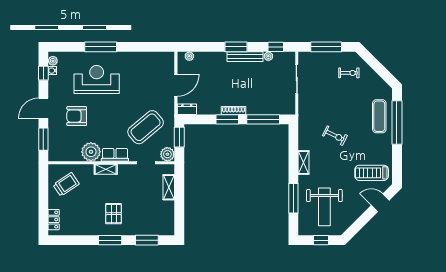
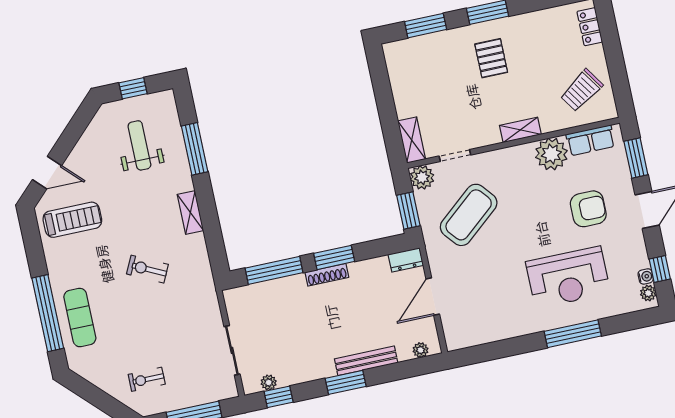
plant: (268, 56) -> (269, 383), moved
bench: (245, 57) -> (366, 361), moved
row of seats: (115, 155) -> (591, 140), moved
shelving: (169, 187) -> (412, 140), moved
weight bench: (324, 207) -> (139, 145), width x0.73, depth x0.75

